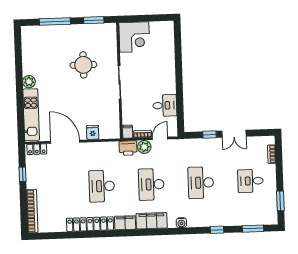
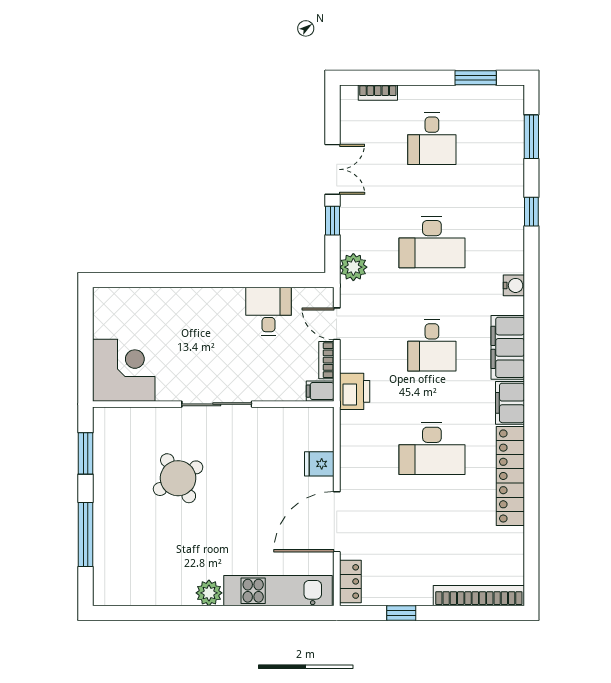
round table: (83, 65) -> (178, 478), turned -31
plant: (144, 147) -> (353, 267), moved
desk: (151, 184) -> (432, 345), width x0.73

